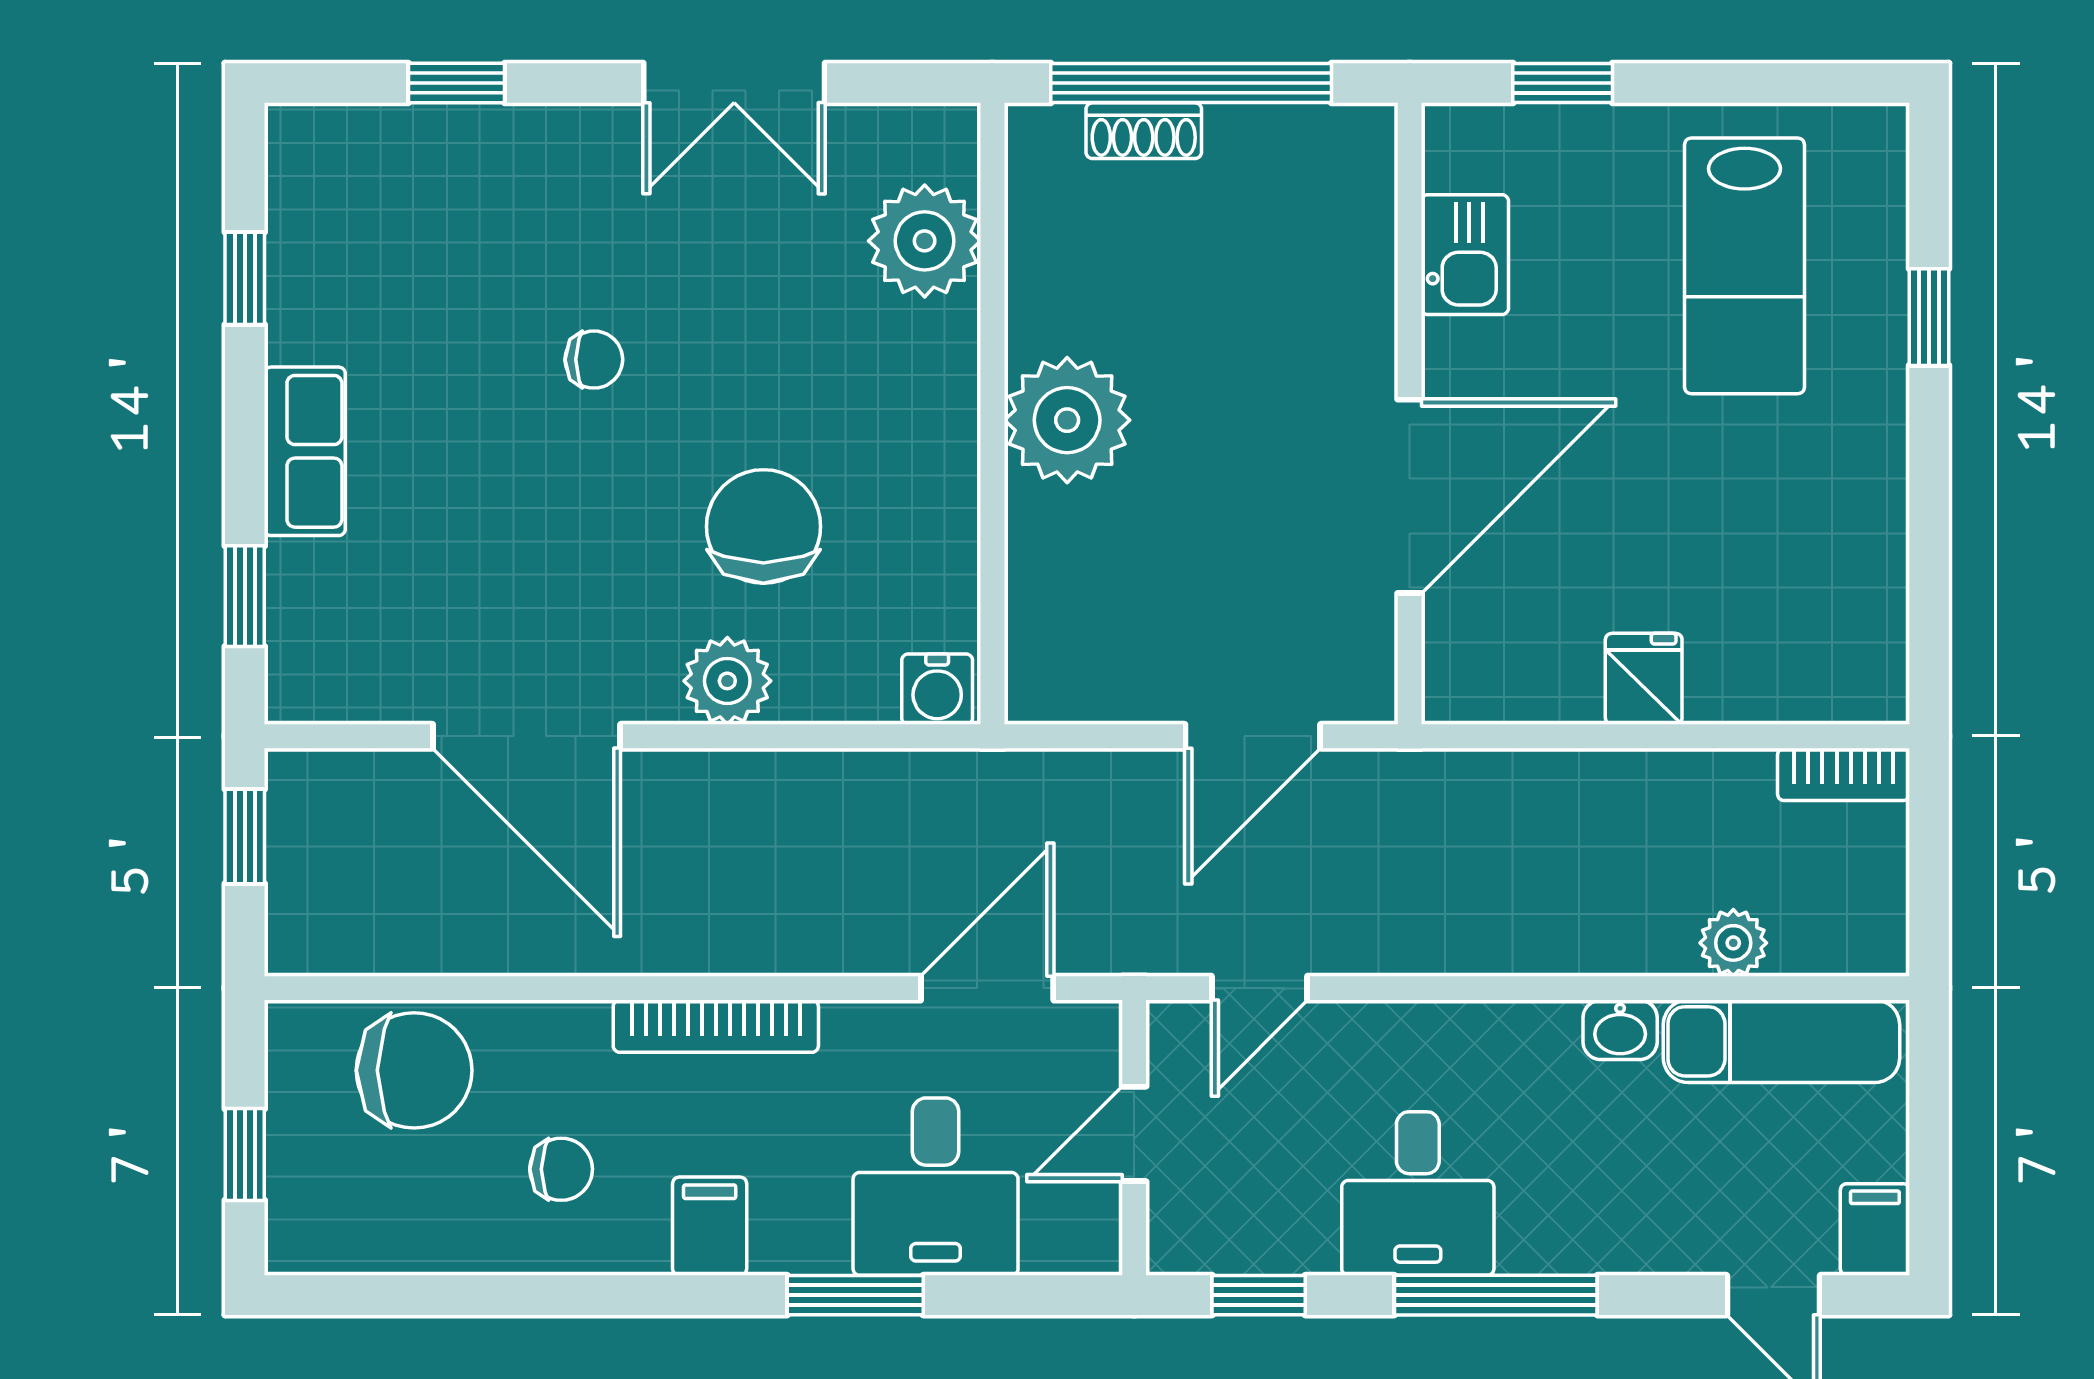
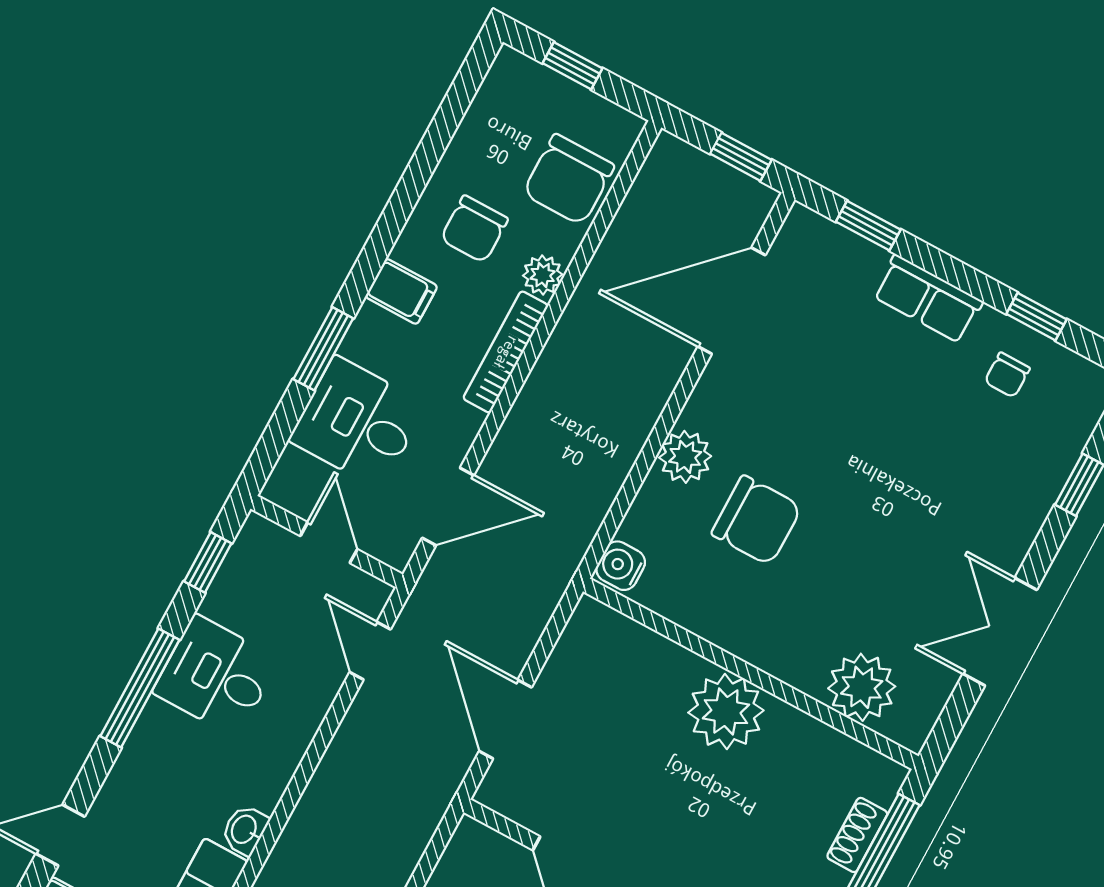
chair: (594, 360) -> (1007, 375), moved
door: (527, 736) -> (732, 301), moved
door: (987, 988) -> (448, 507), hinge flipped
plant: (574, 1033) -> (543, 275), added
chair: (561, 1169) -> (474, 229), width x1.37, depth x1.37

